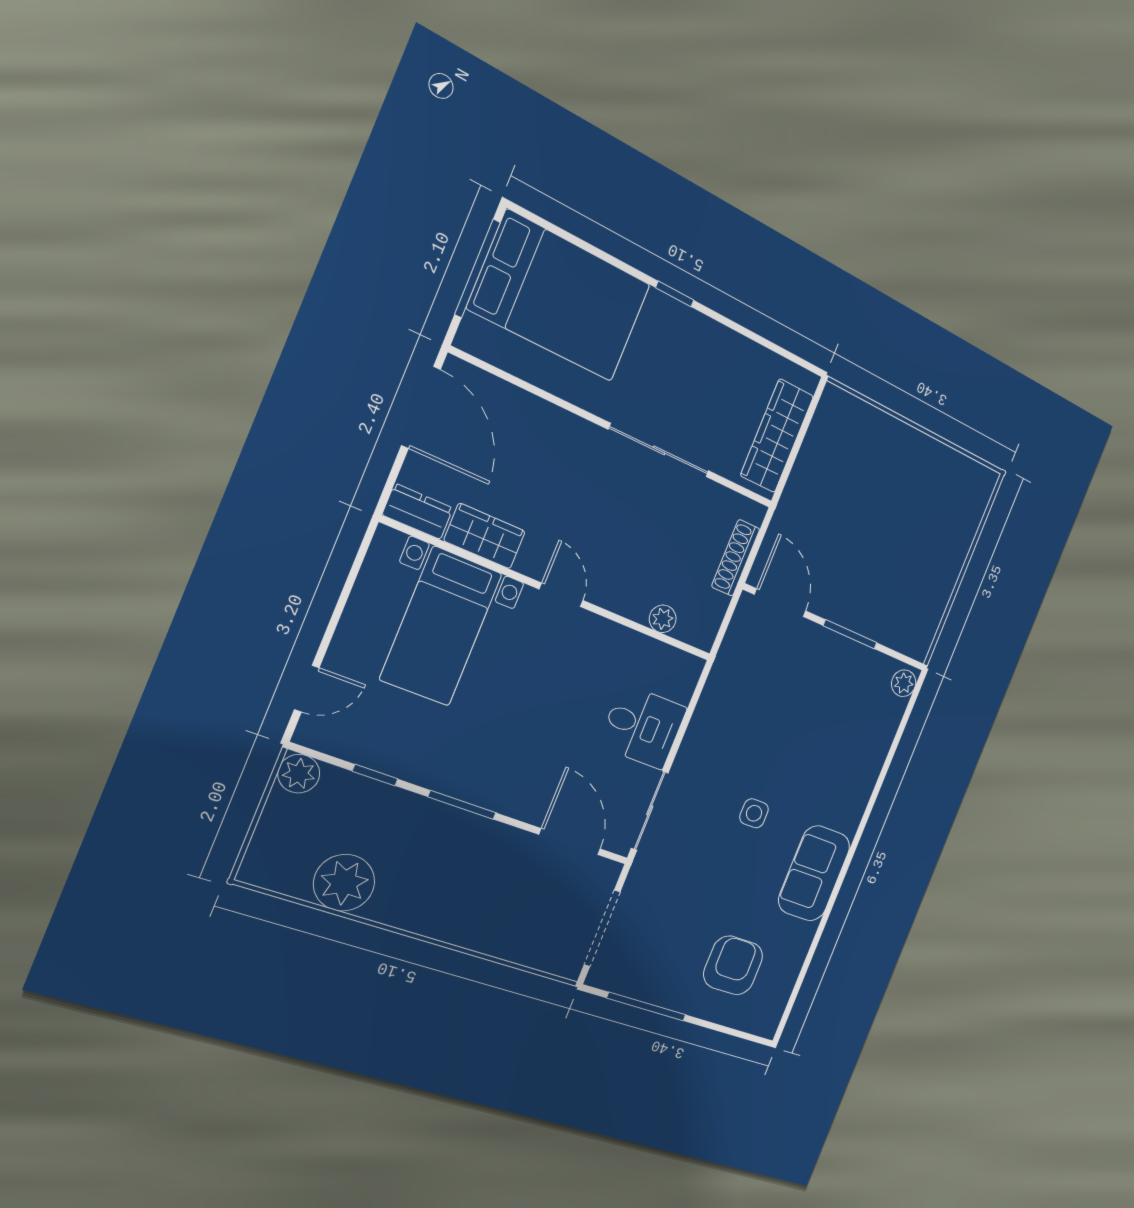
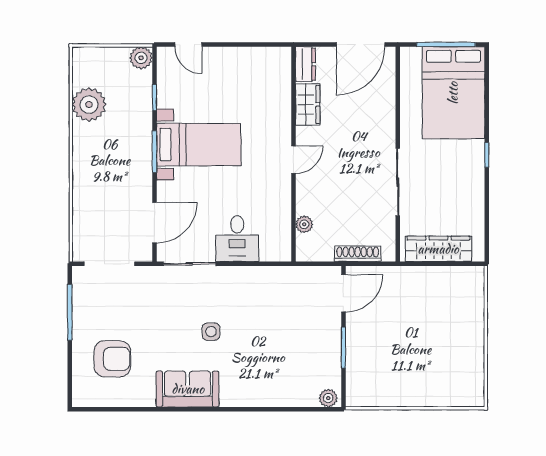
bed with nightstands: (441, 626) -> (199, 145), moved, turned 180

